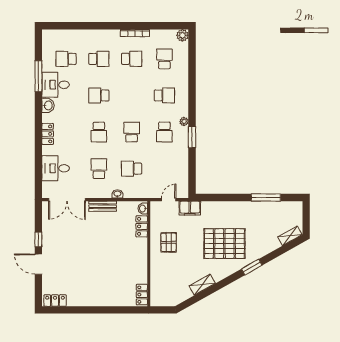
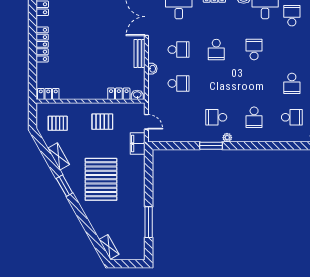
school desk: (99, 59) -> (292, 50), removed
school desk: (99, 132) -> (216, 50), turned -90
school desk: (132, 132) -> (216, 83), removed
school desk: (132, 169) -> (178, 83), turned 90
window: (252, 267) -> (64, 186), moved
pallet: (170, 285) -> (58, 123), added
locker: (94, 301) -> (42, 44), added

